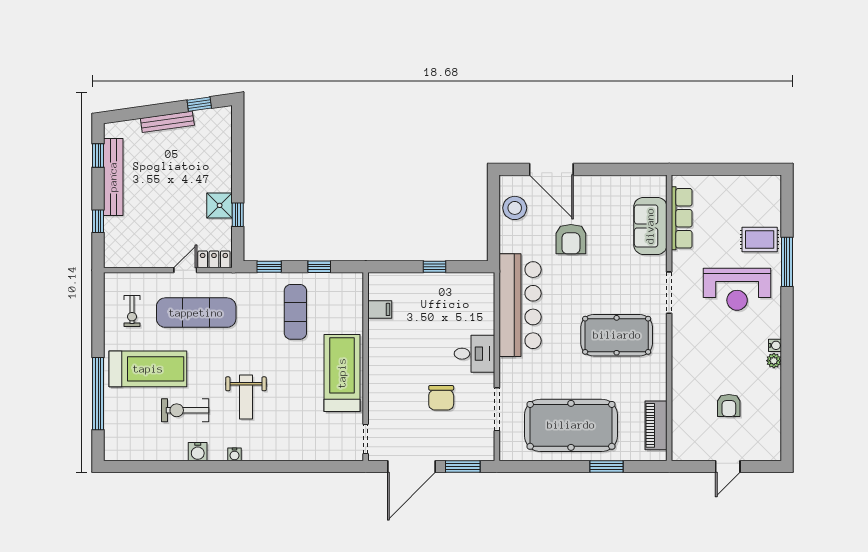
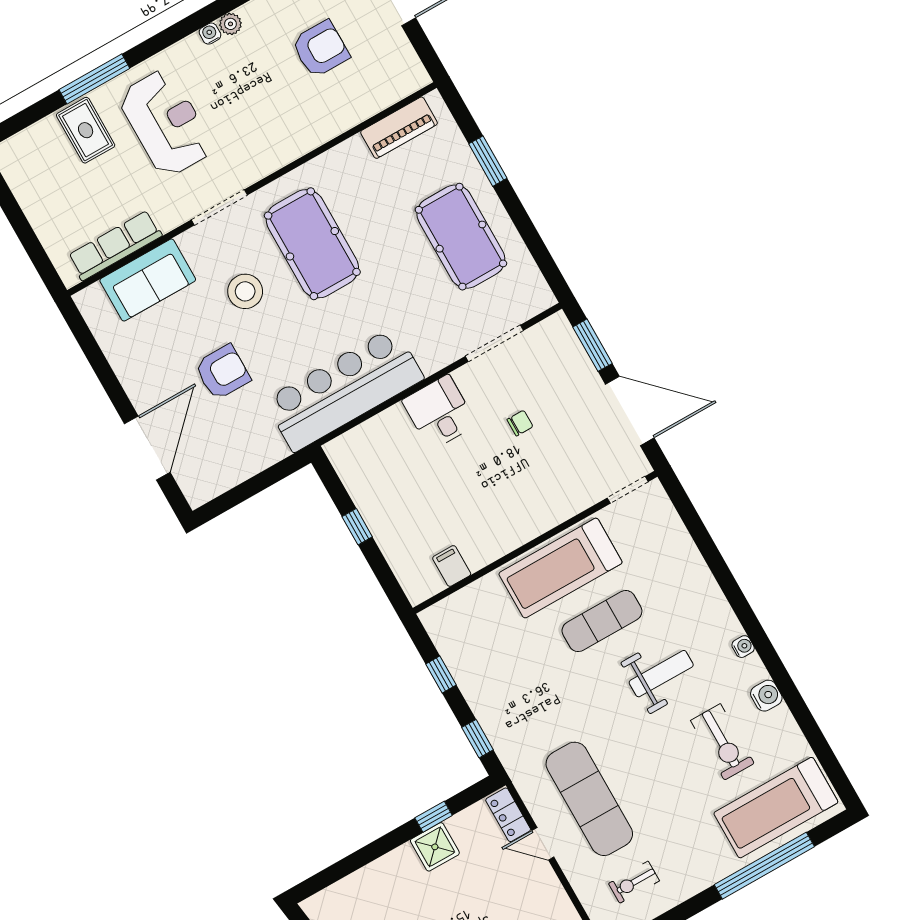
stool: (515, 208) -> (245, 291), moved
exercise bike: (132, 311) -> (634, 882), turned 180
exercise mat: (295, 312) -> (602, 621), moved
treadmill: (148, 369) -> (776, 808), moved, turned -90
chair: (441, 398) -> (520, 423), width x0.54, depth x0.54
armchair: (729, 405) -> (320, 49), width x1.38, depth x1.38
pool table: (571, 425) -> (461, 237), width x0.73, depth x0.76

